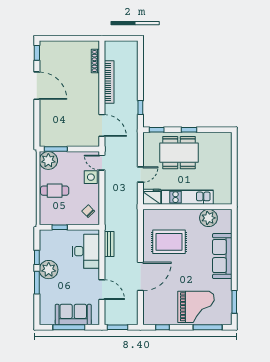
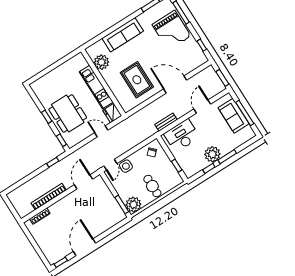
grand piano: (196, 307) -> (172, 30), turned 180

